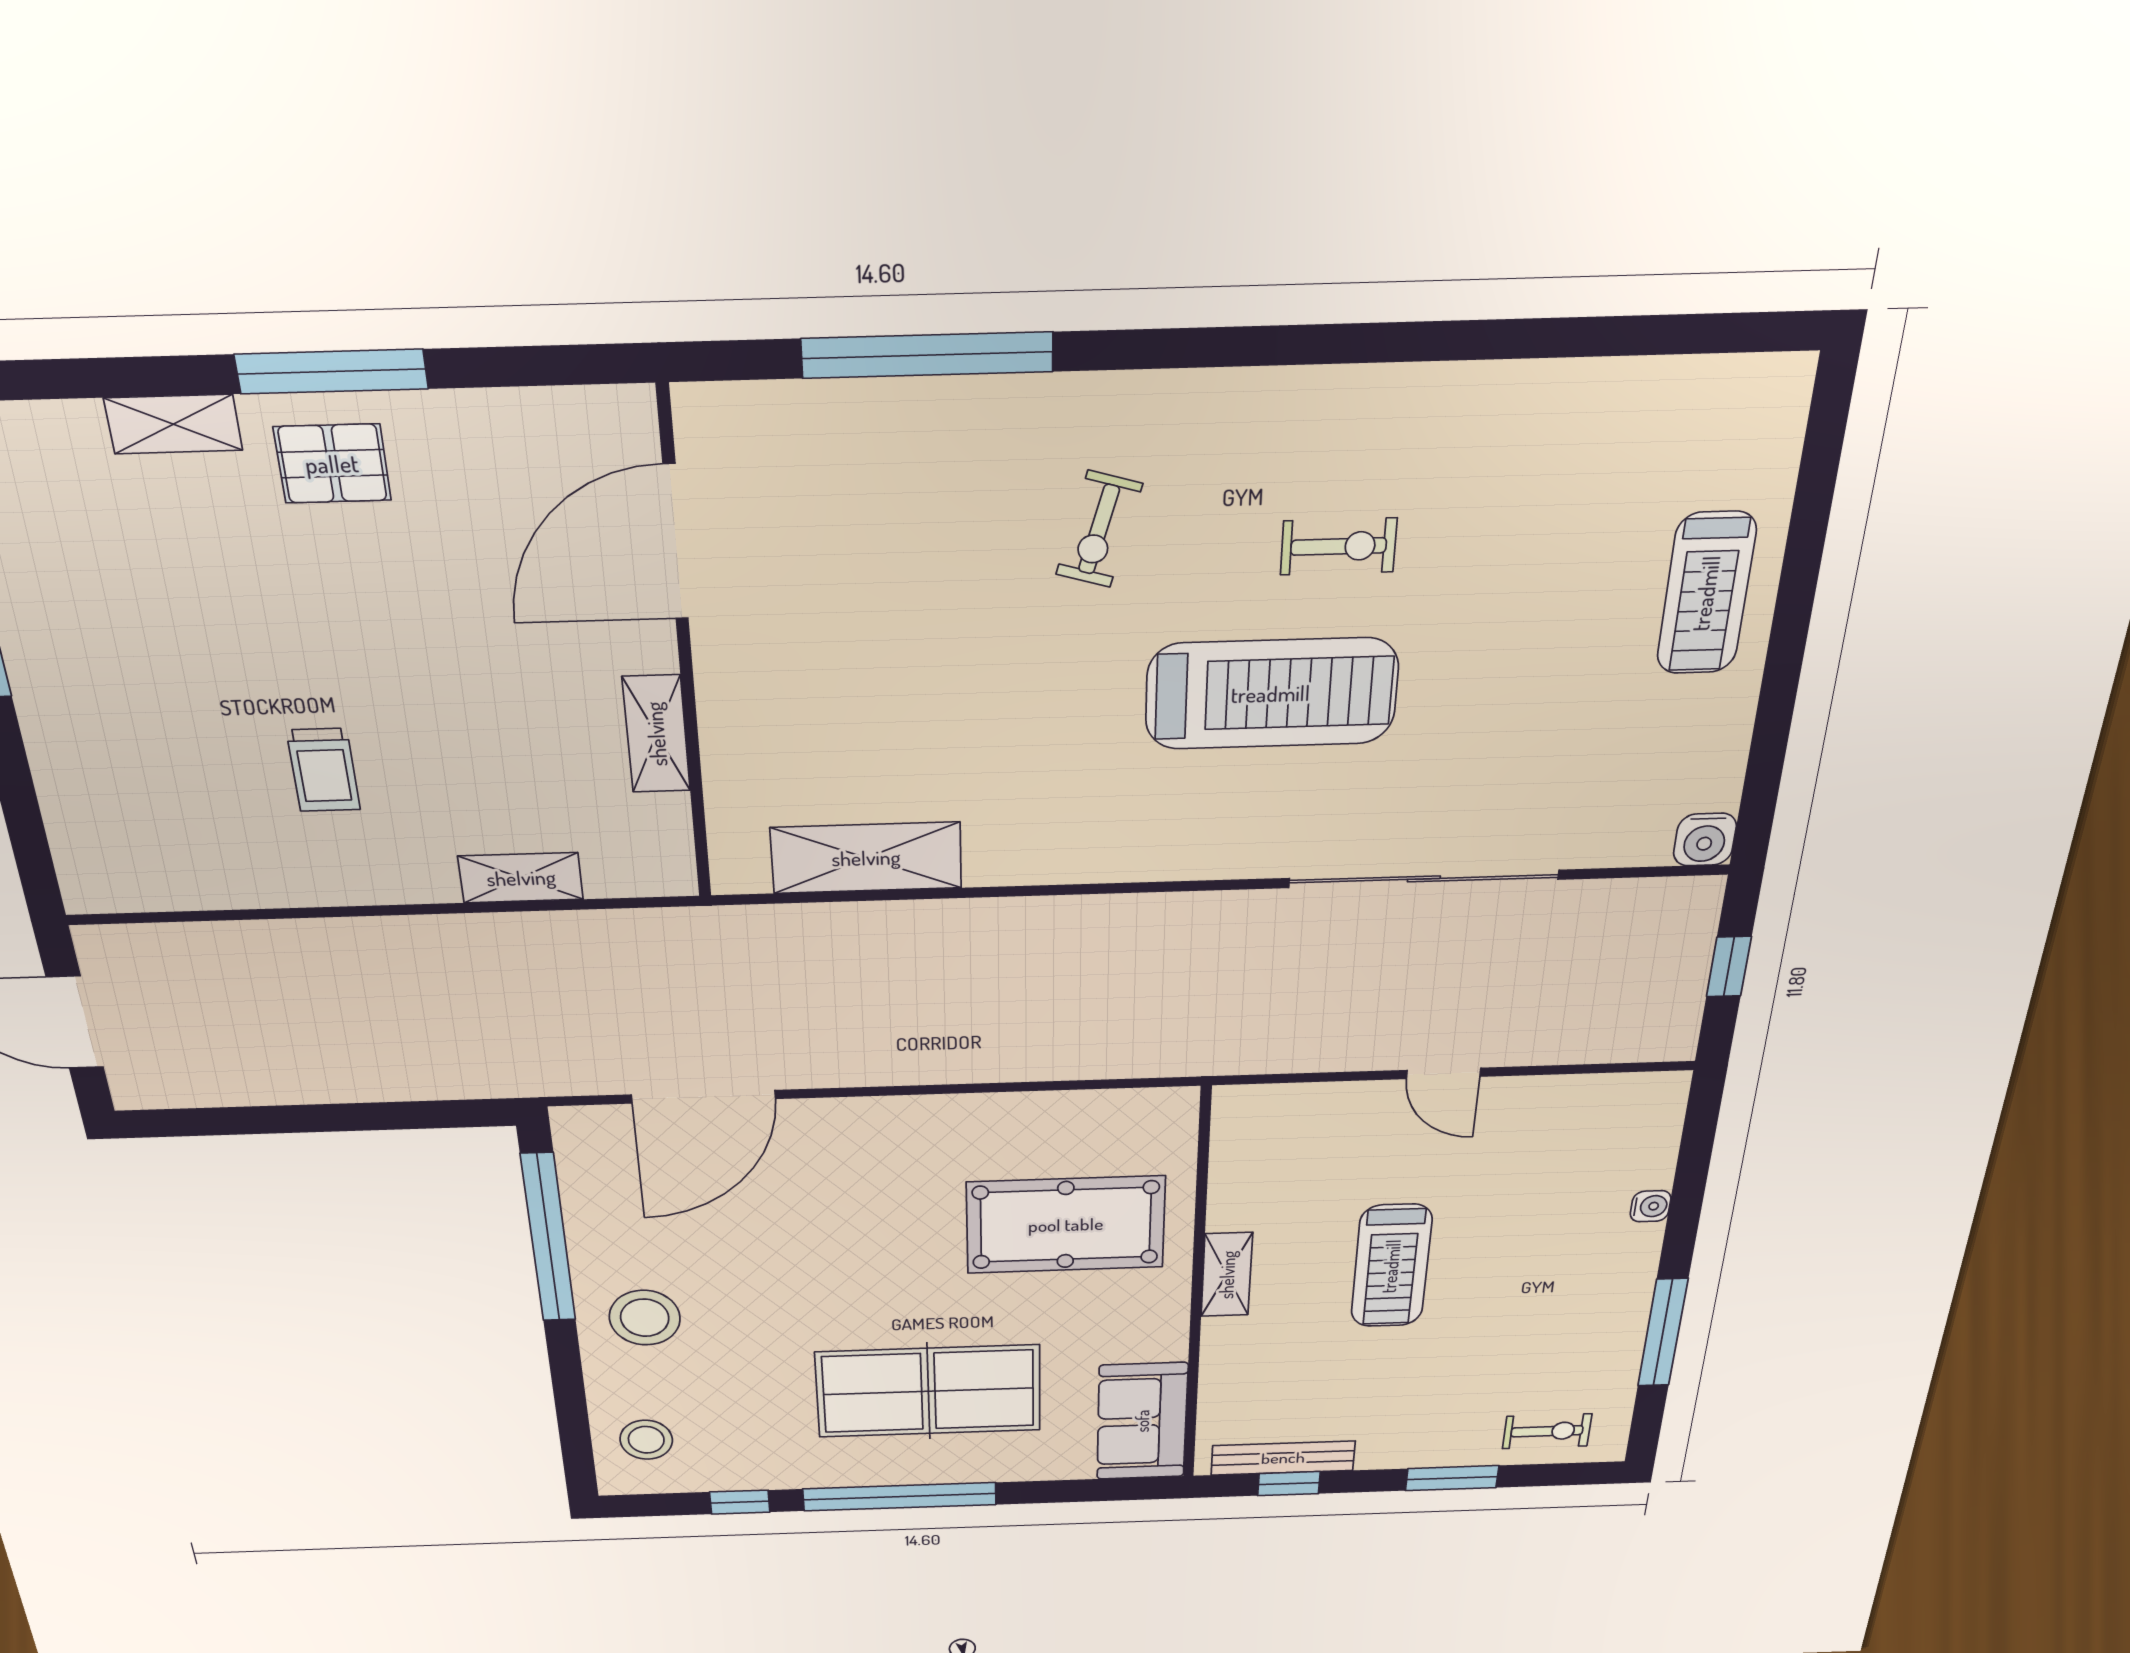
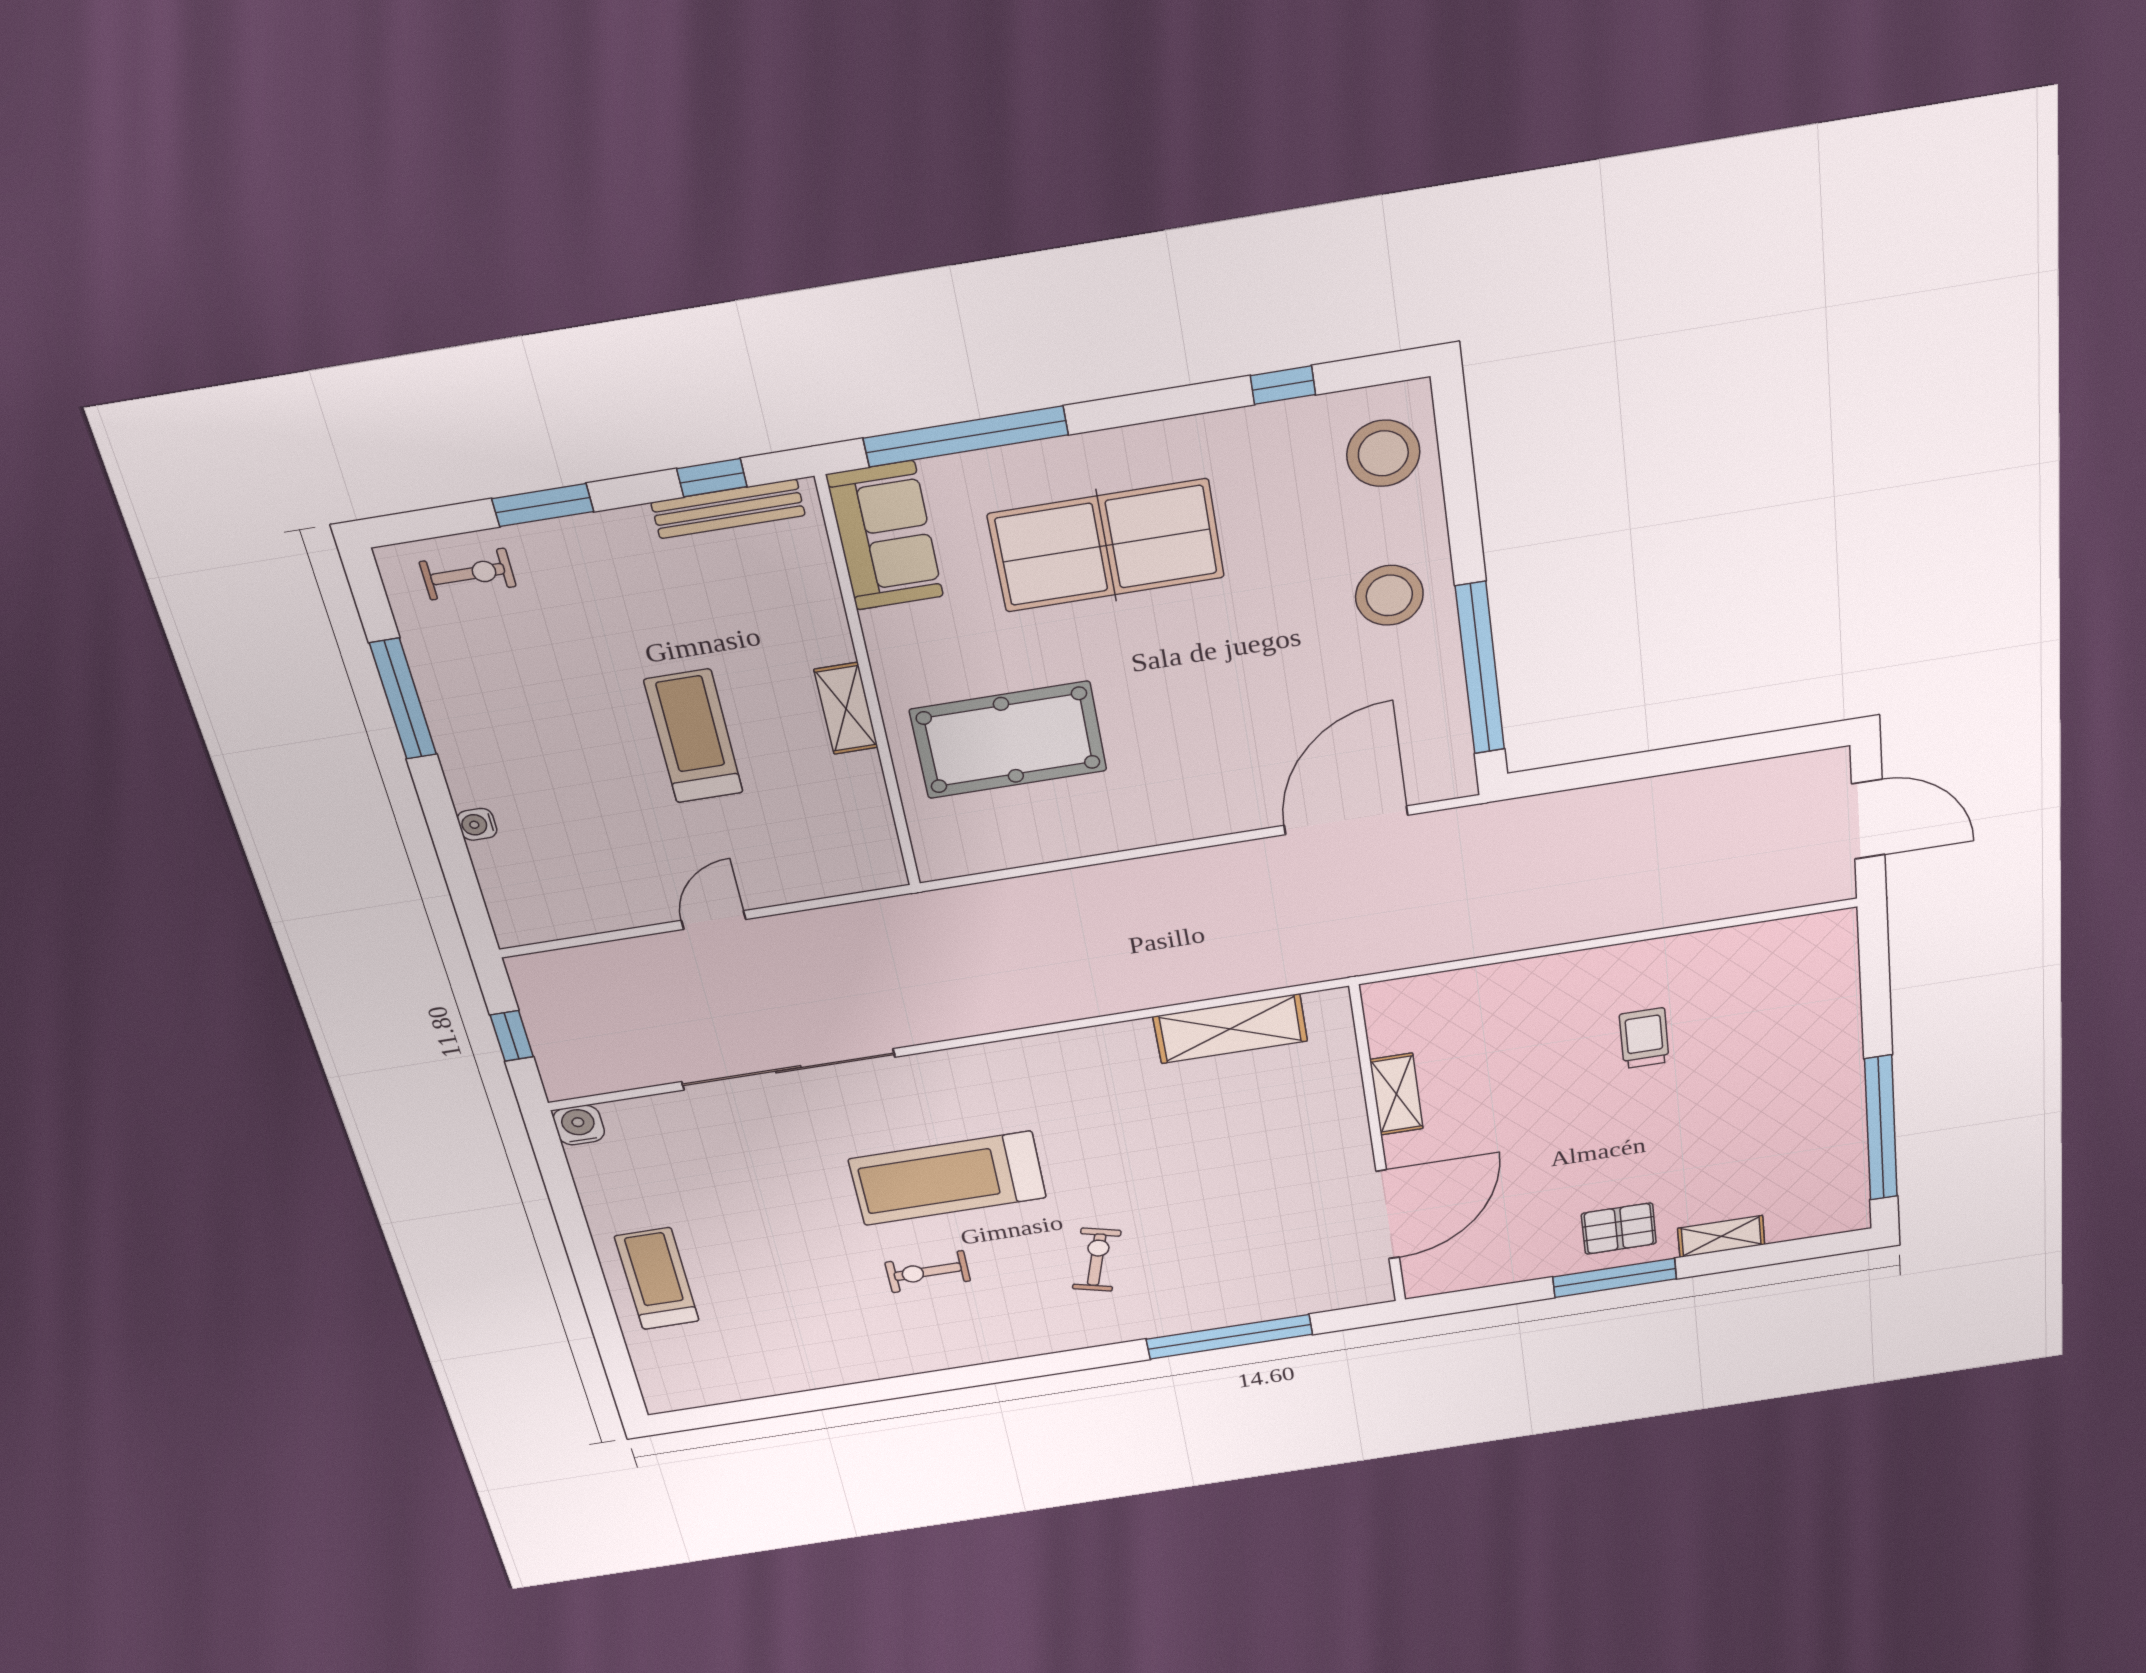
shelving: (521, 878) -> (1499, 980), removed
door: (1444, 1073) -> (714, 920), hinge flipped
exercise bike: (1547, 1431) -> (468, 574), turned 180
stool: (646, 1440) -> (1383, 453), width x1.38, depth x1.38
window: (900, 1497) -> (966, 437), moved

